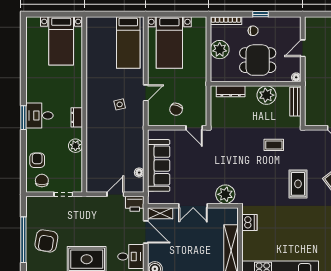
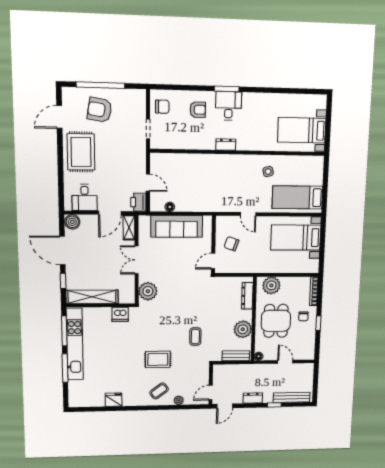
plant: (220, 50) -> (271, 285), moved
side table: (120, 104) -> (268, 172), moved
plant: (75, 146) -> (197, 143), removed
armchair: (37, 160) -> (198, 110), moved

